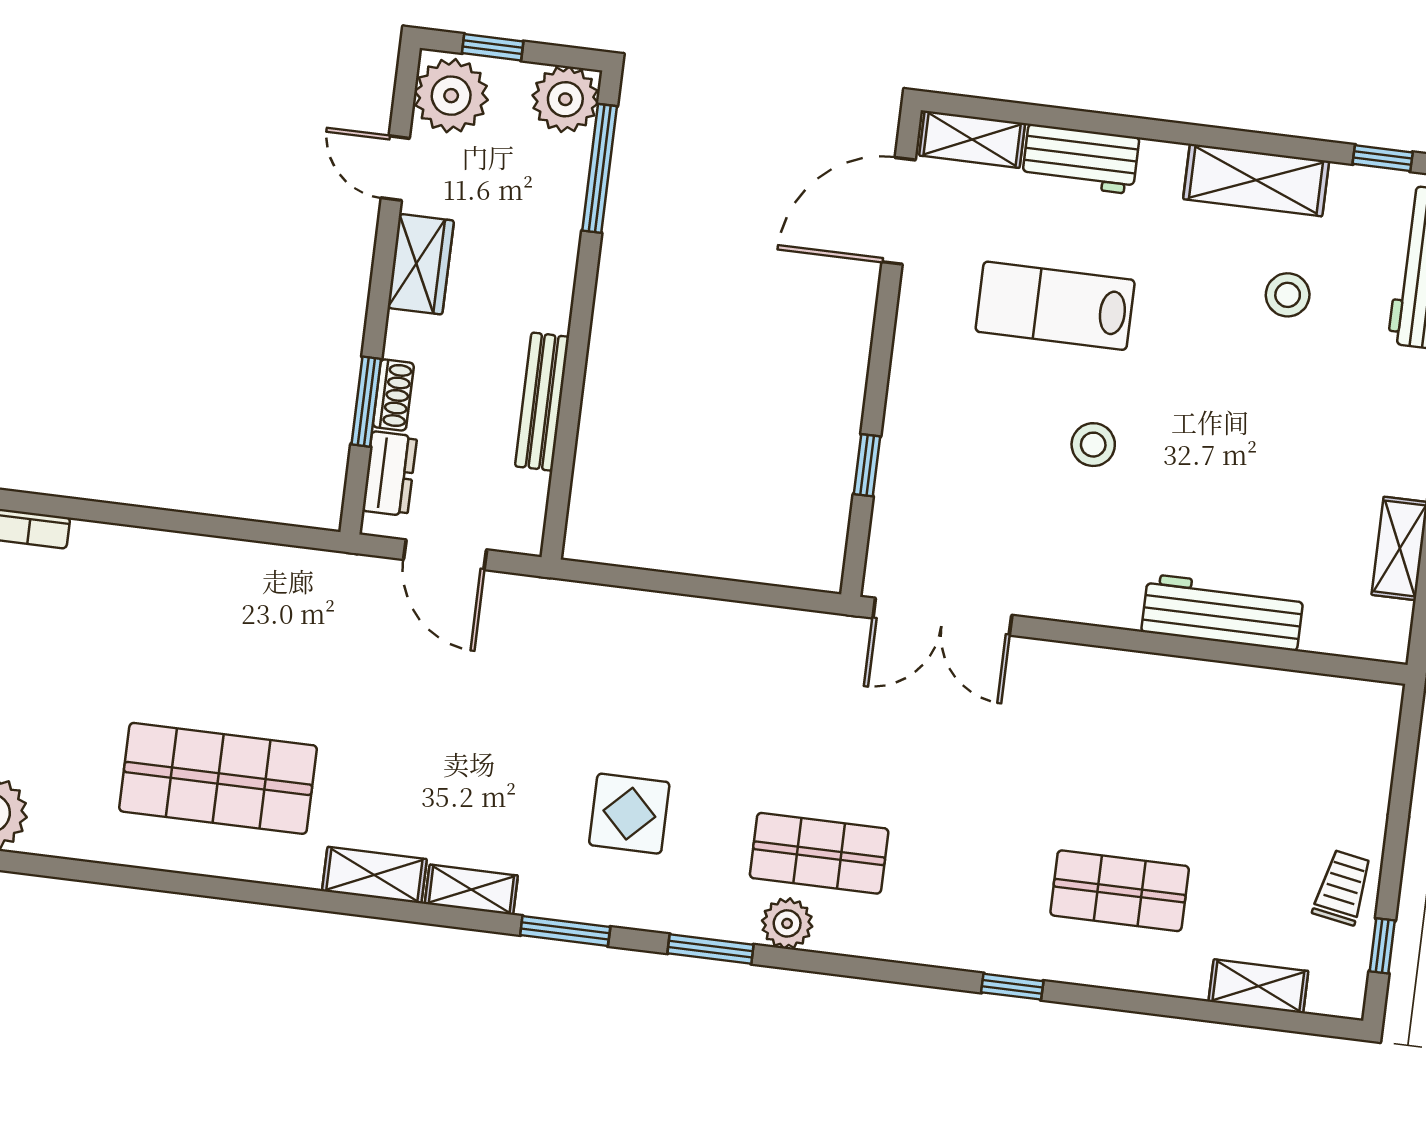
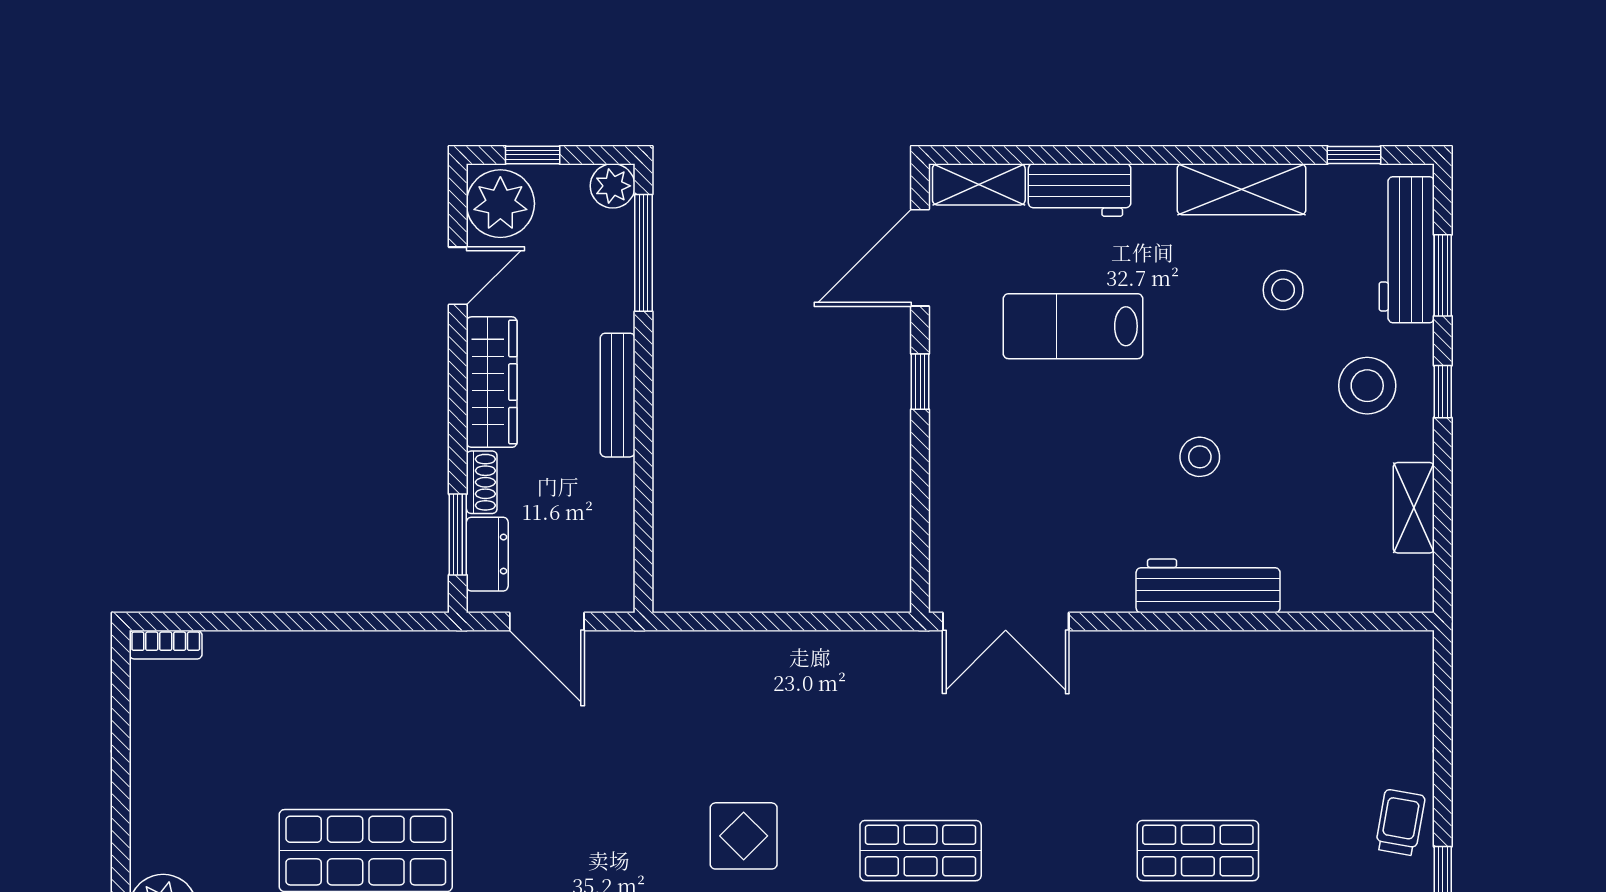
plant: (565, 99) -> (613, 186), width x0.73, depth x0.73
door: (395, 168) -> (458, 276), swing flipped
wardrobe: (421, 264) -> (492, 382), width x1.50
window: (366, 402) -> (458, 534), moved
bench: (542, 402) -> (618, 395), moved
stool: (1366, 410) -> (1367, 386), added
stool: (1093, 445) -> (1200, 457), moved
window: (867, 465) -> (920, 382), moved
workbench: (1223, 612) -> (1208, 586), moved

